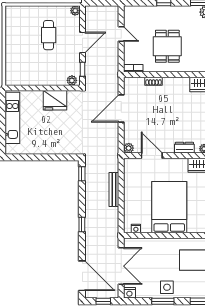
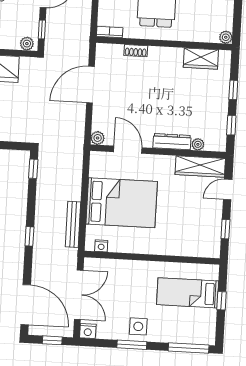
dresser: (184, 148) -> (172, 142), width x1.44
bench: (114, 190) -> (73, 224), moved
bed: (169, 207) -> (122, 203), moved, turned 90

